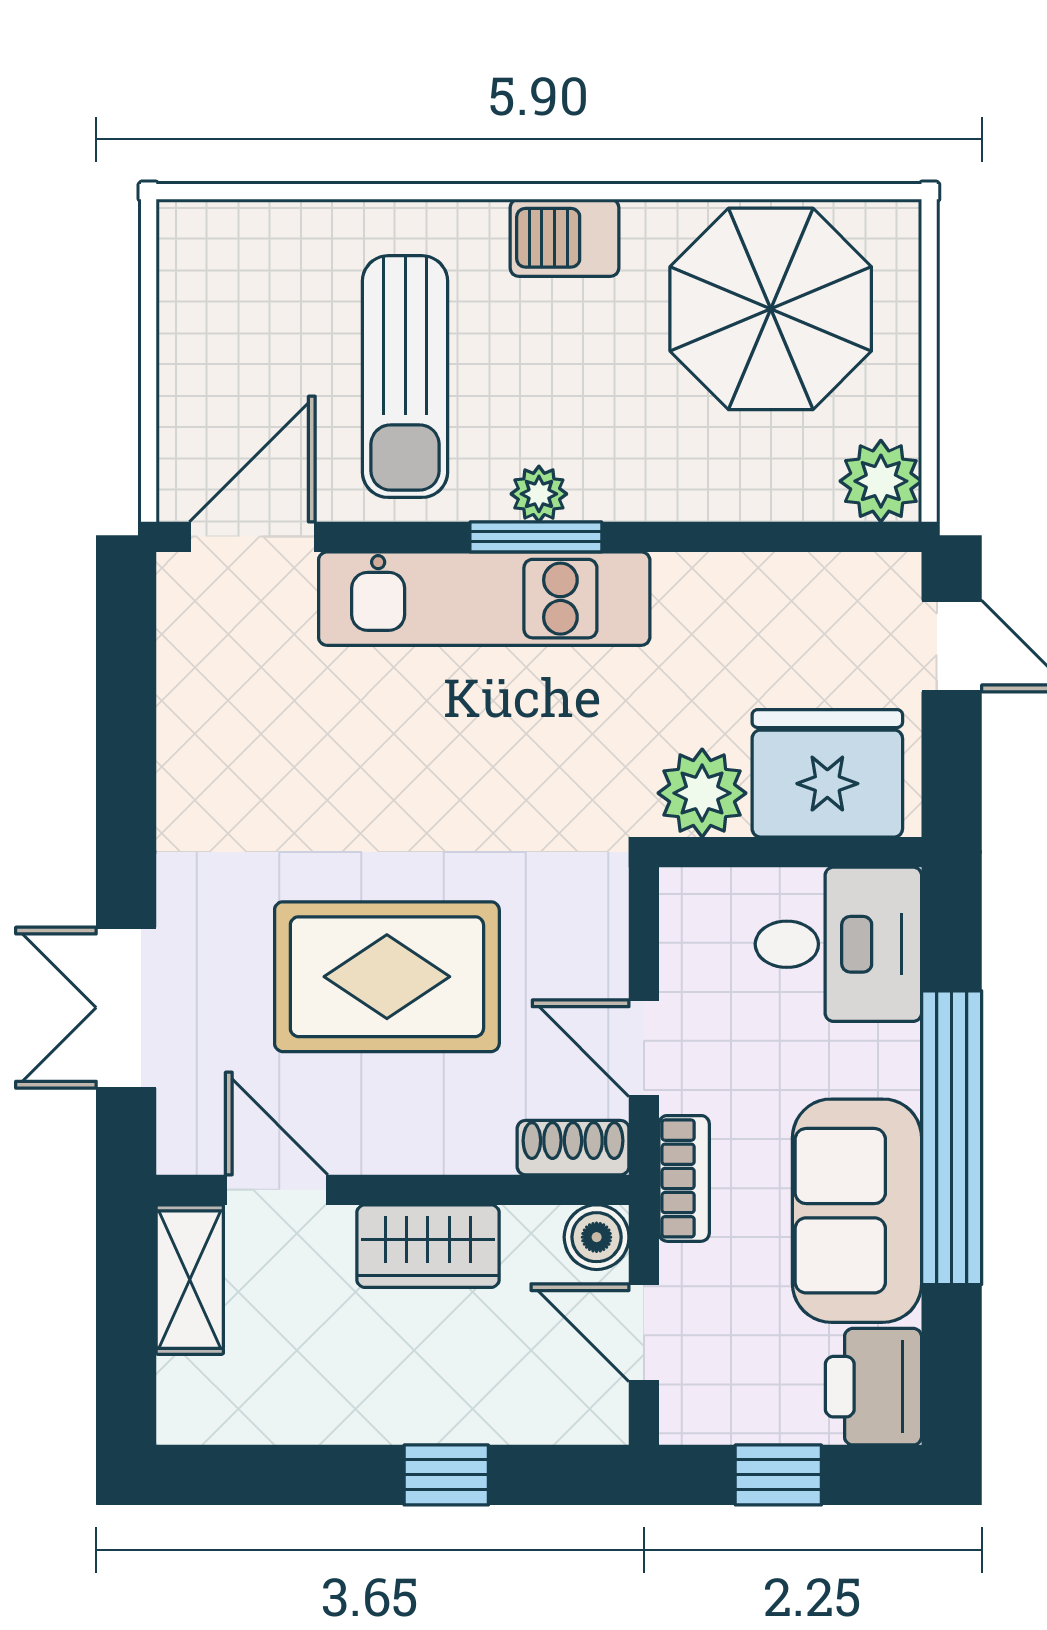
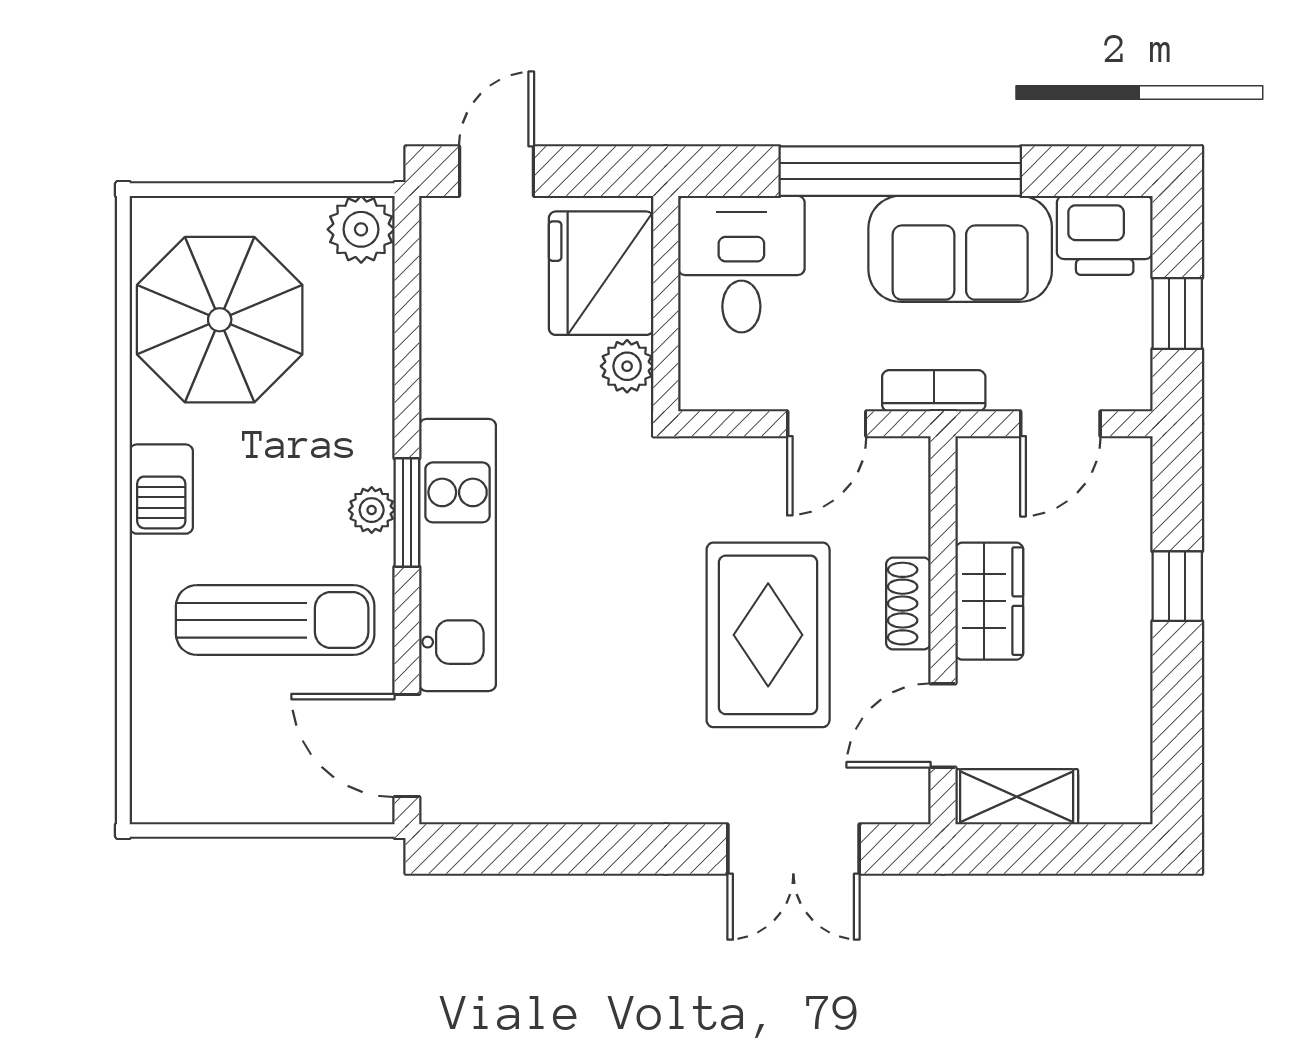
plant: (702, 793) -> (627, 366), width x0.73, depth x0.73
shoe rack: (573, 1148) -> (908, 604), moved
boiler: (597, 1237) -> (982, 463), removed

